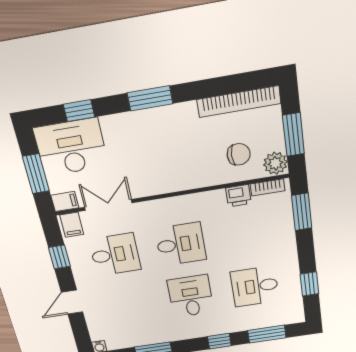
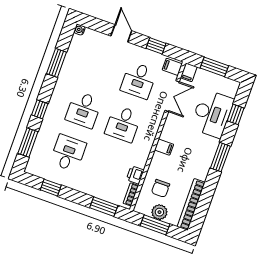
desk: (71, 147) -> (212, 114), moved
plant: (275, 163) -> (159, 212), moved
filing cabinet: (181, 180) -> (164, 147), added
desk: (191, 296) -> (84, 110), turned 90

